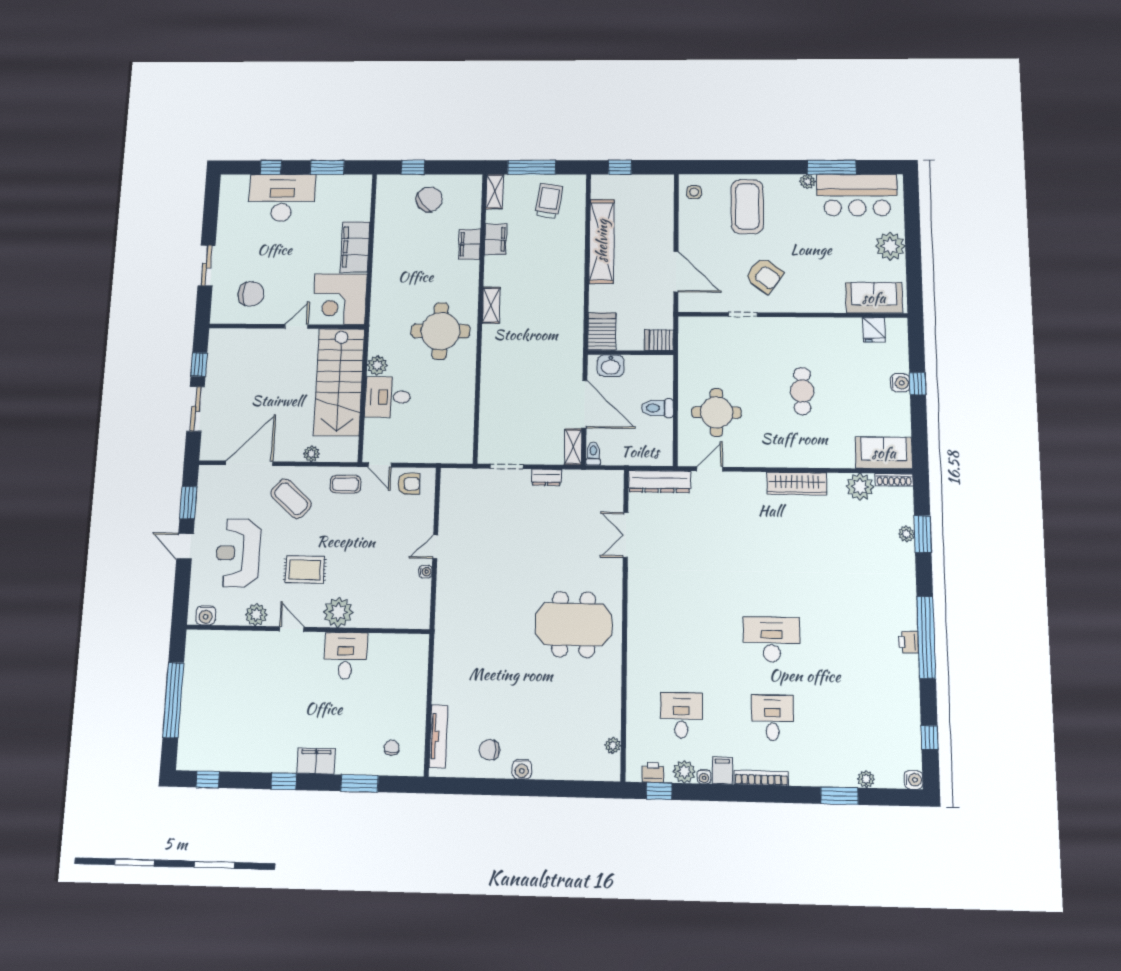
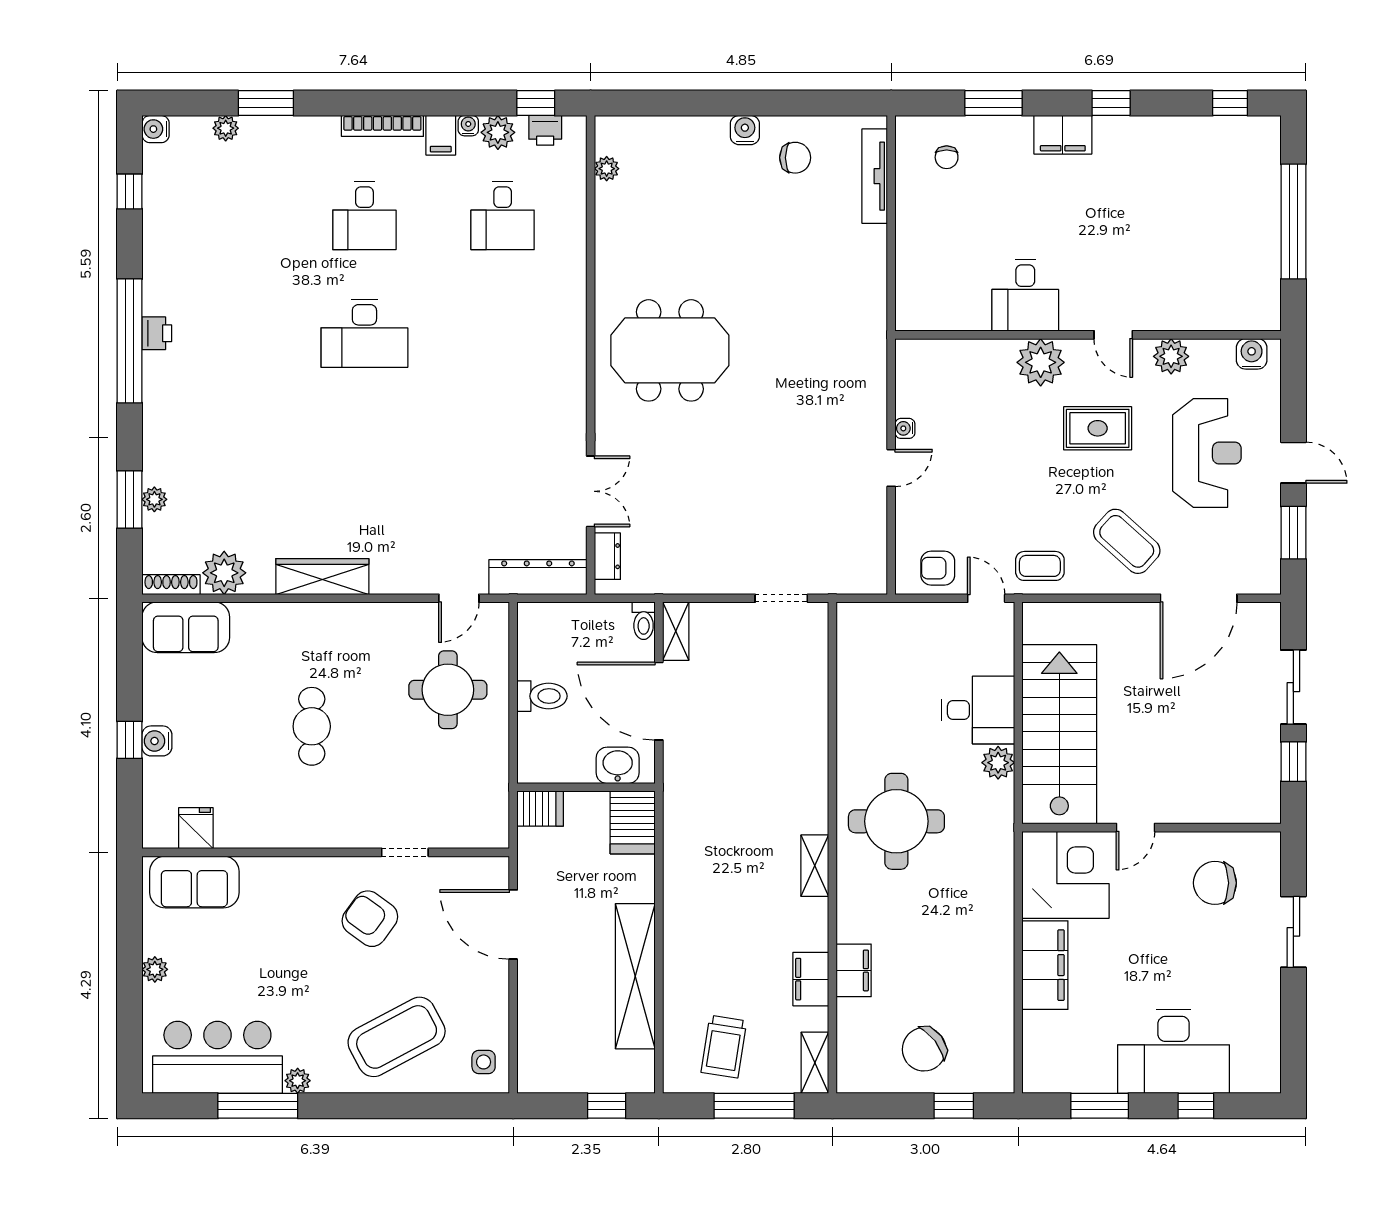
coffee table: (747, 207) -> (397, 1037), turned 62
plant: (890, 246) -> (155, 969), width x0.53, depth x0.53
plant: (311, 454) -> (1098, 615), removed
dresser: (546, 477) -> (607, 556), moved, turned 90

